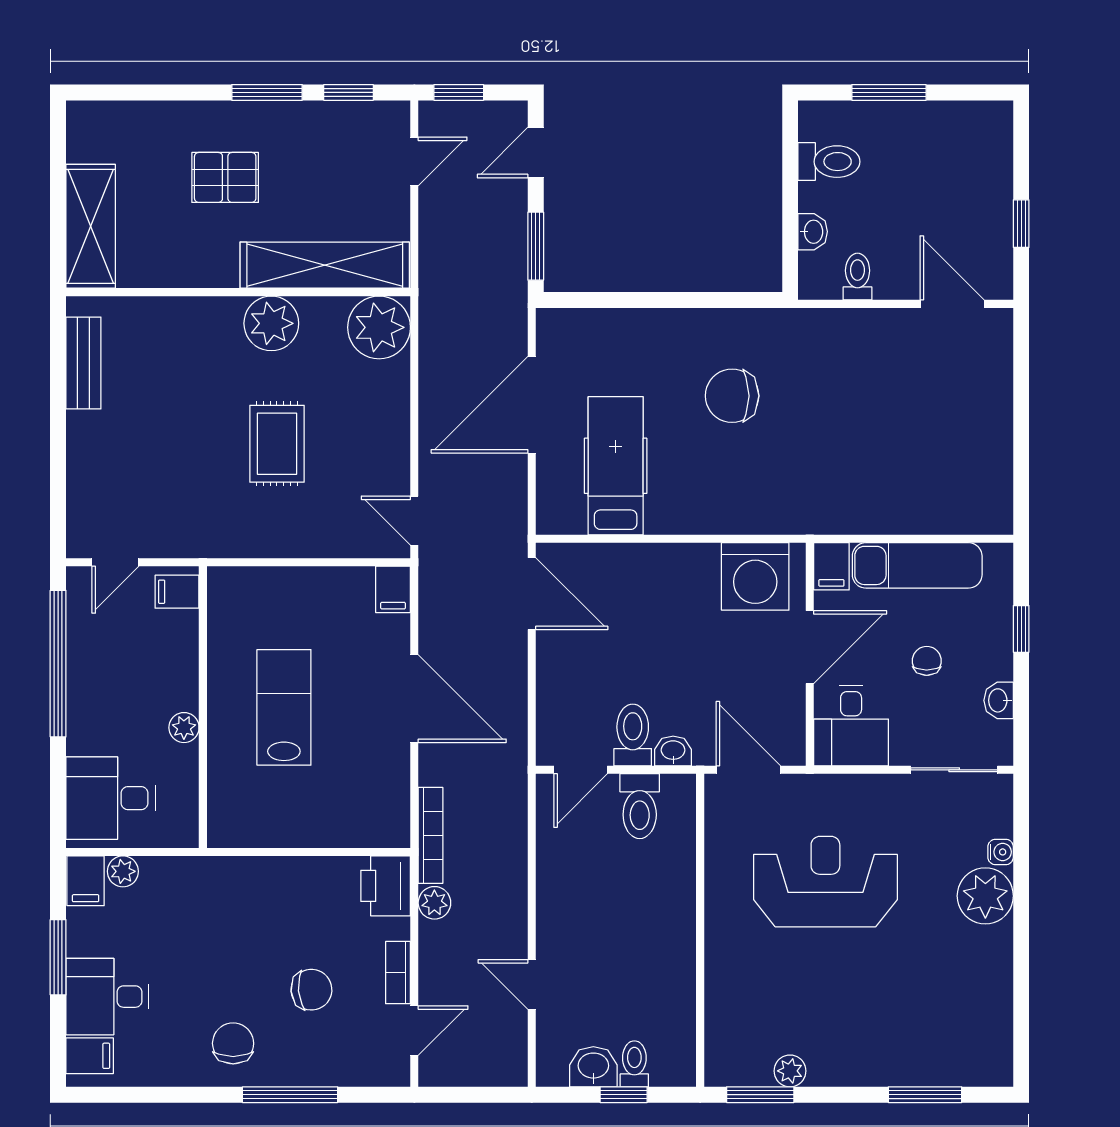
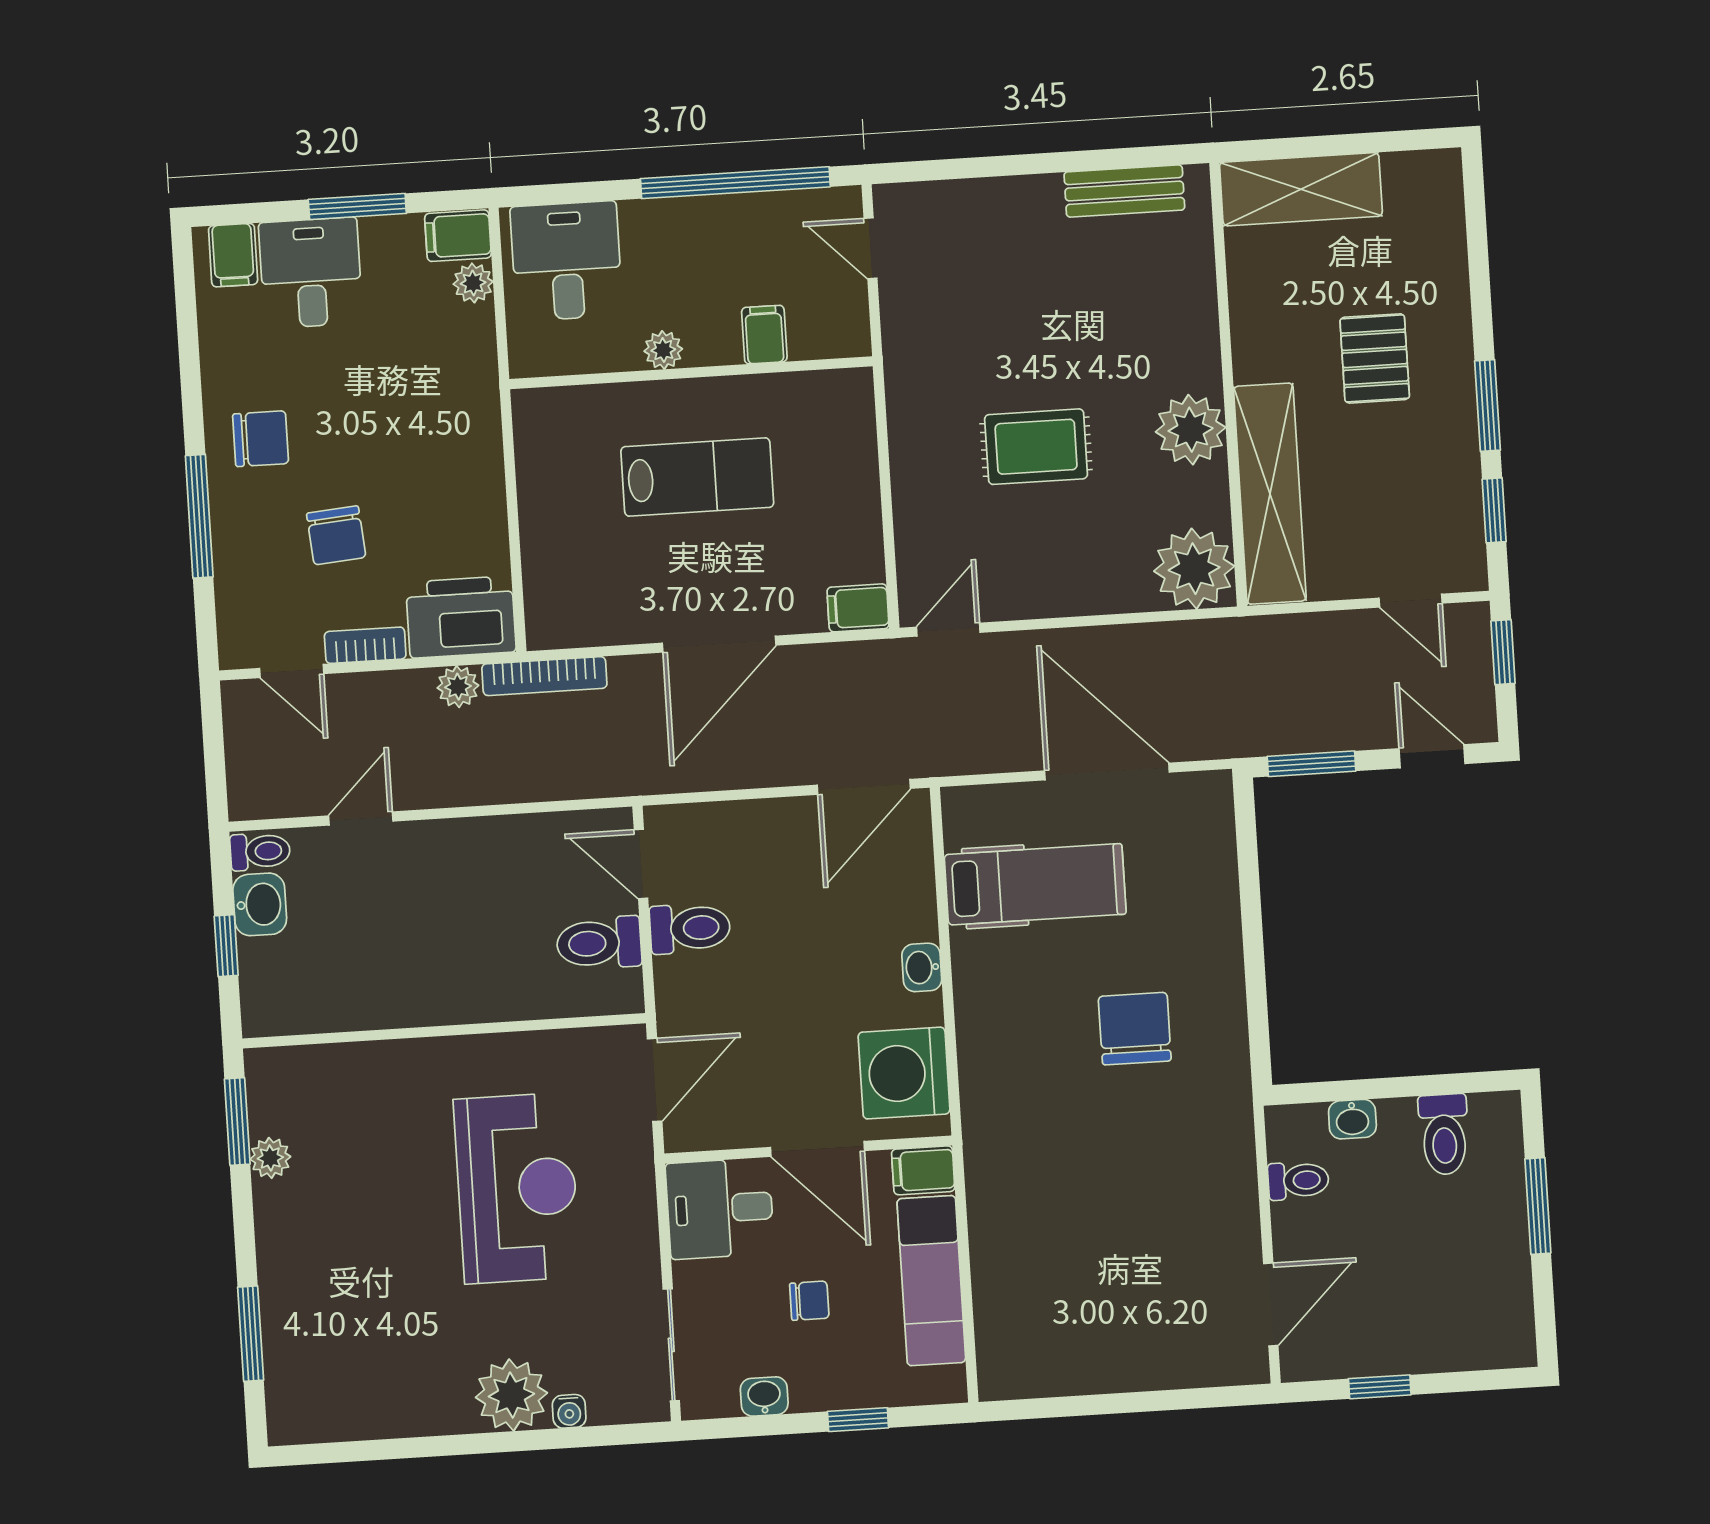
filing cabinet: (177, 592) -> (764, 335), moved
washbasin: (673, 751) -> (922, 967), moved, turned 180
printer: (386, 886) -> (461, 617), width x1.37, depth x1.19
toilet: (634, 1064) -> (260, 851), moved

